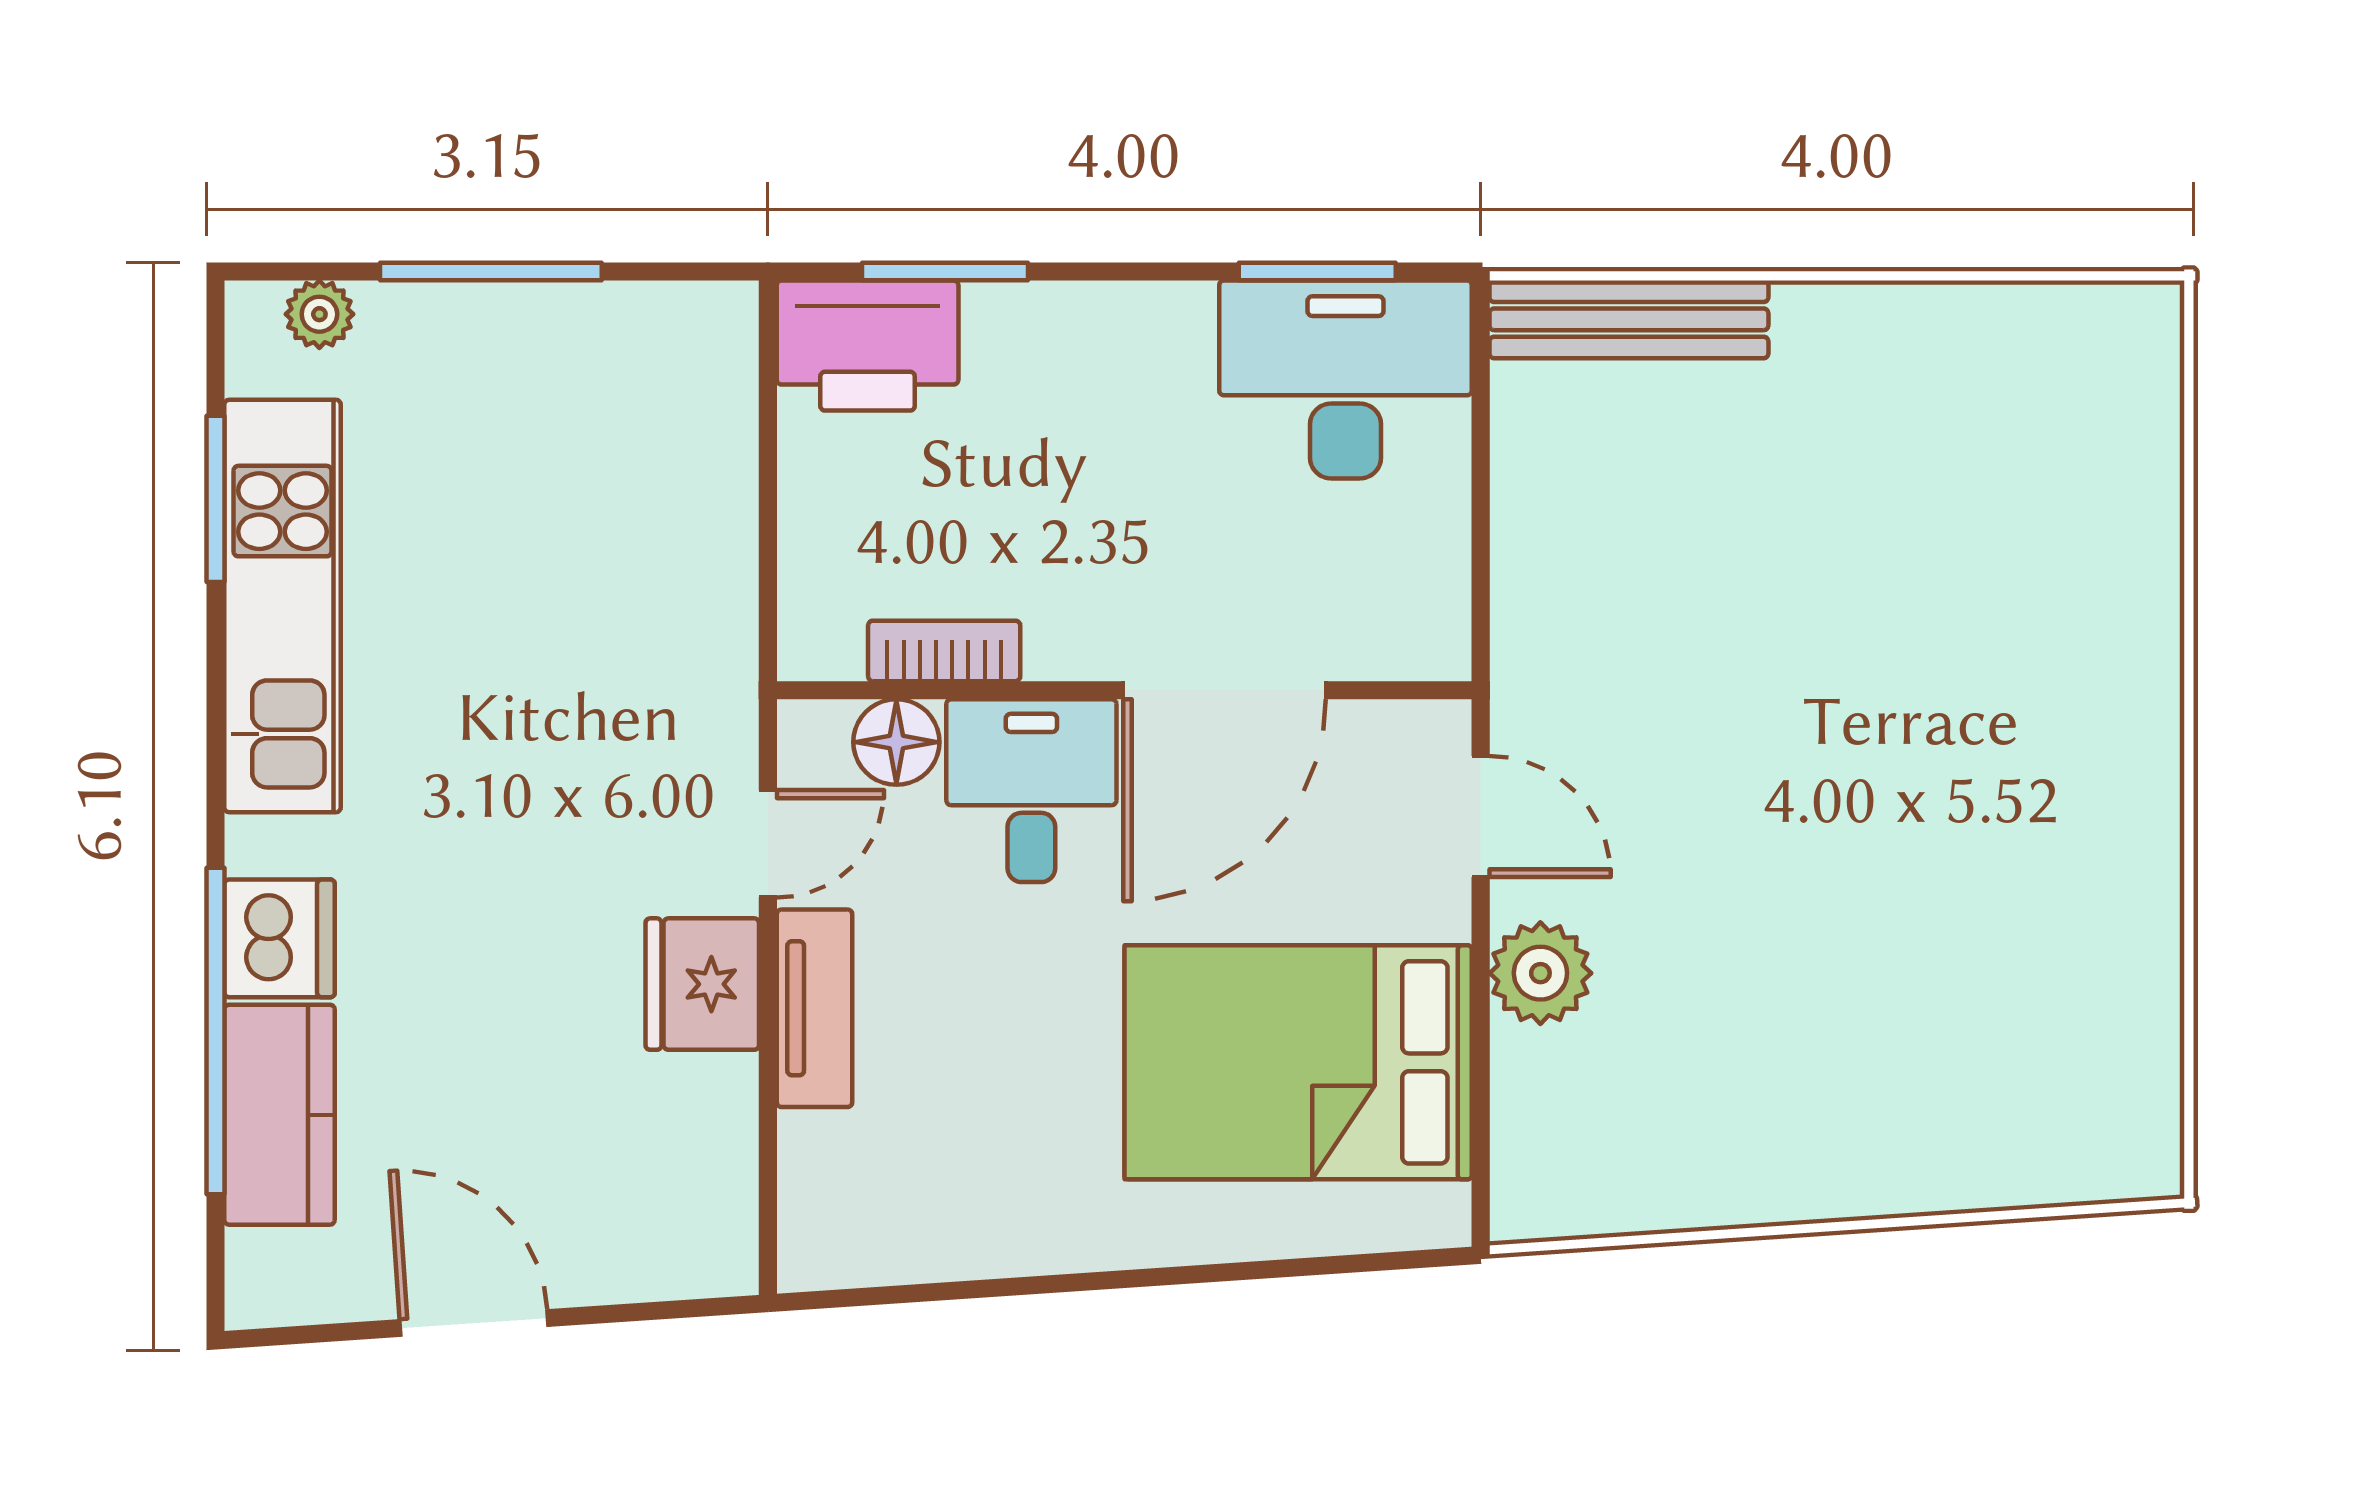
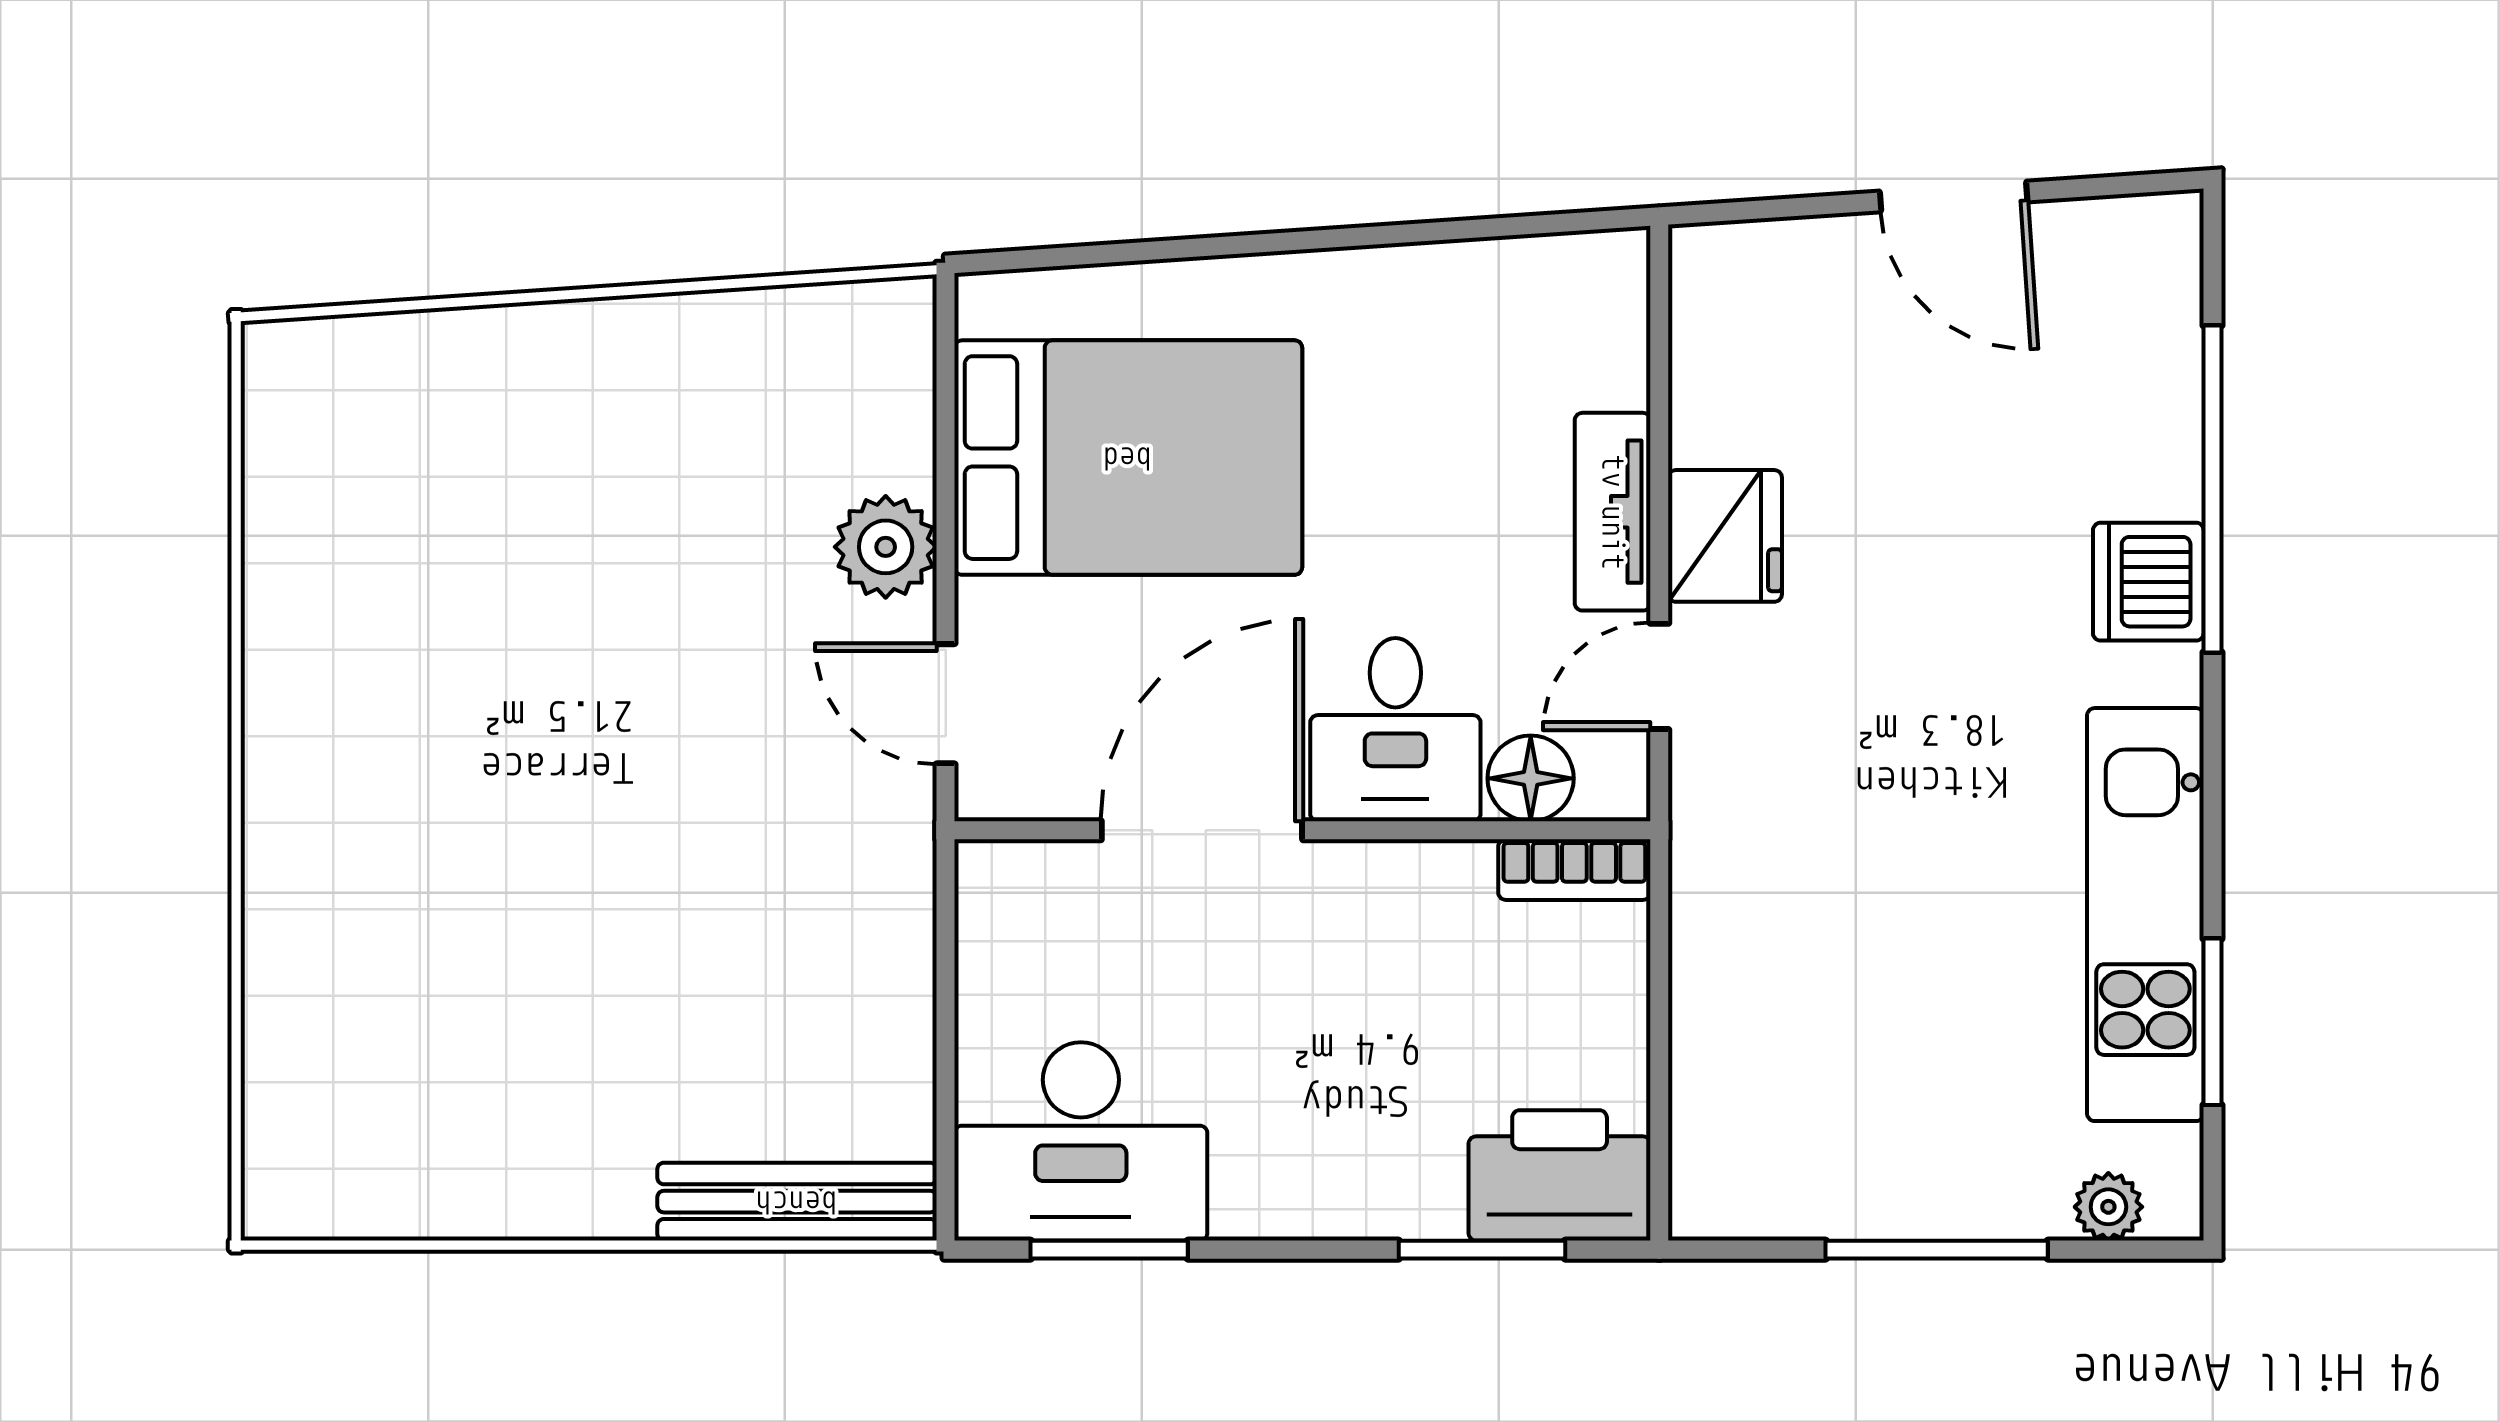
bookcase: (944, 651) -> (1574, 870), moved
kitchen counter: (279, 1115) -> (2148, 405), removed

